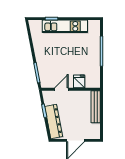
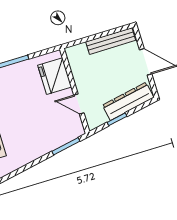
fridge: (79, 81) -> (55, 76), width x1.88, depth x1.34
bench: (96, 107) -> (111, 41), moved

